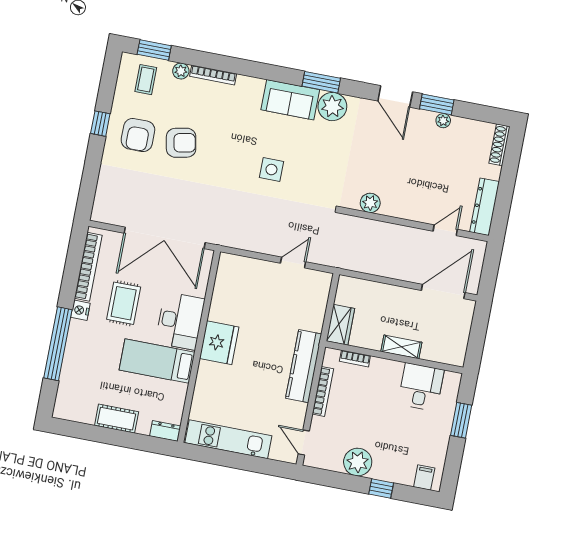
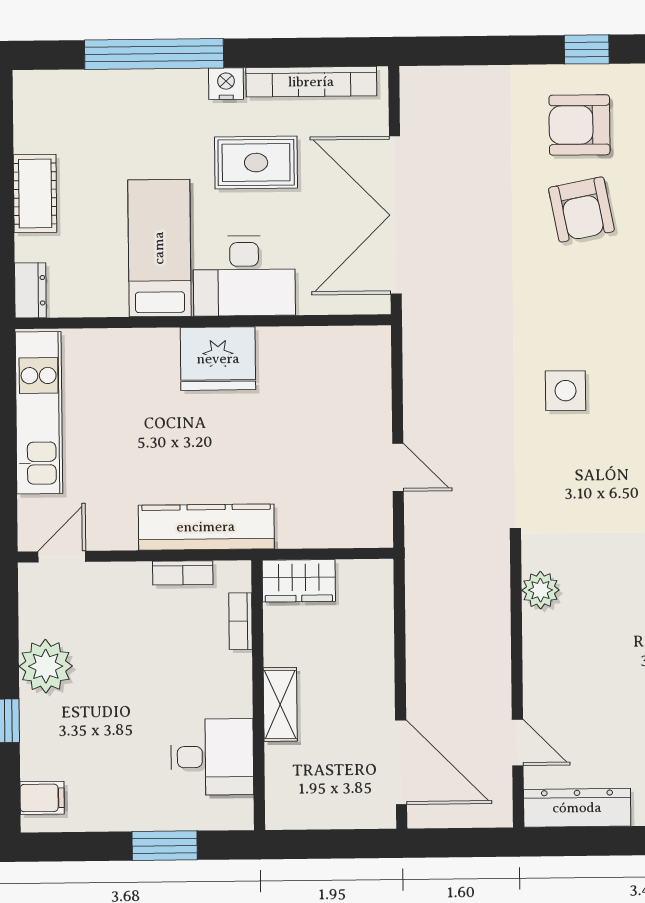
bookcase: (323, 391) -> (183, 573), width x0.64

